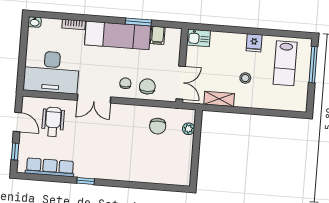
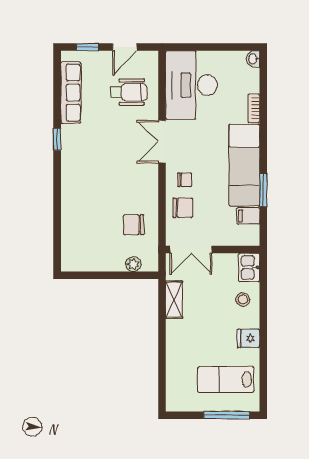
stool: (245, 78) -> (243, 299), moved

